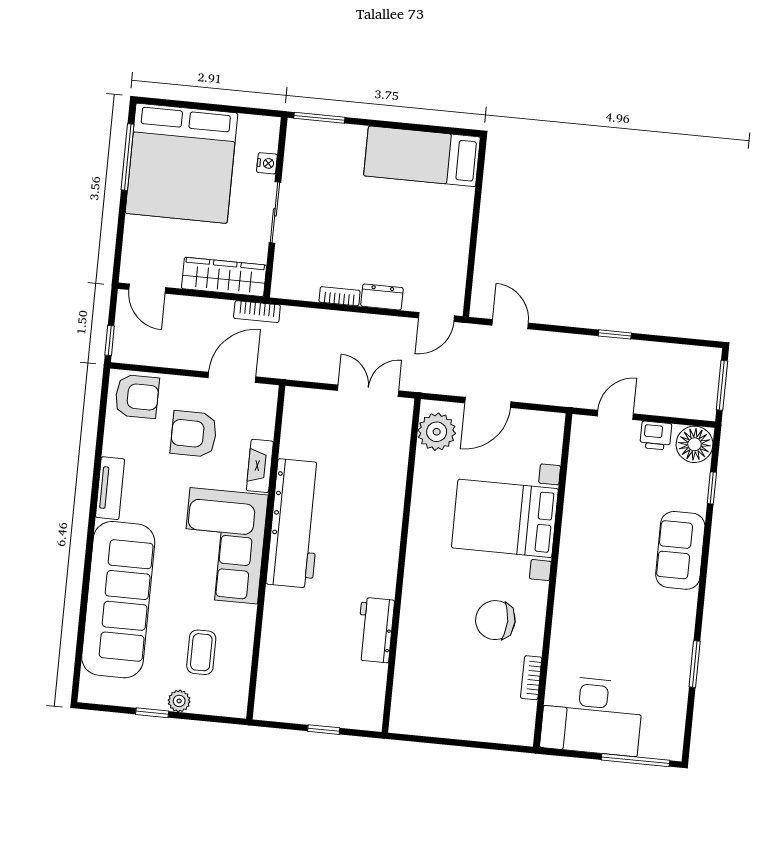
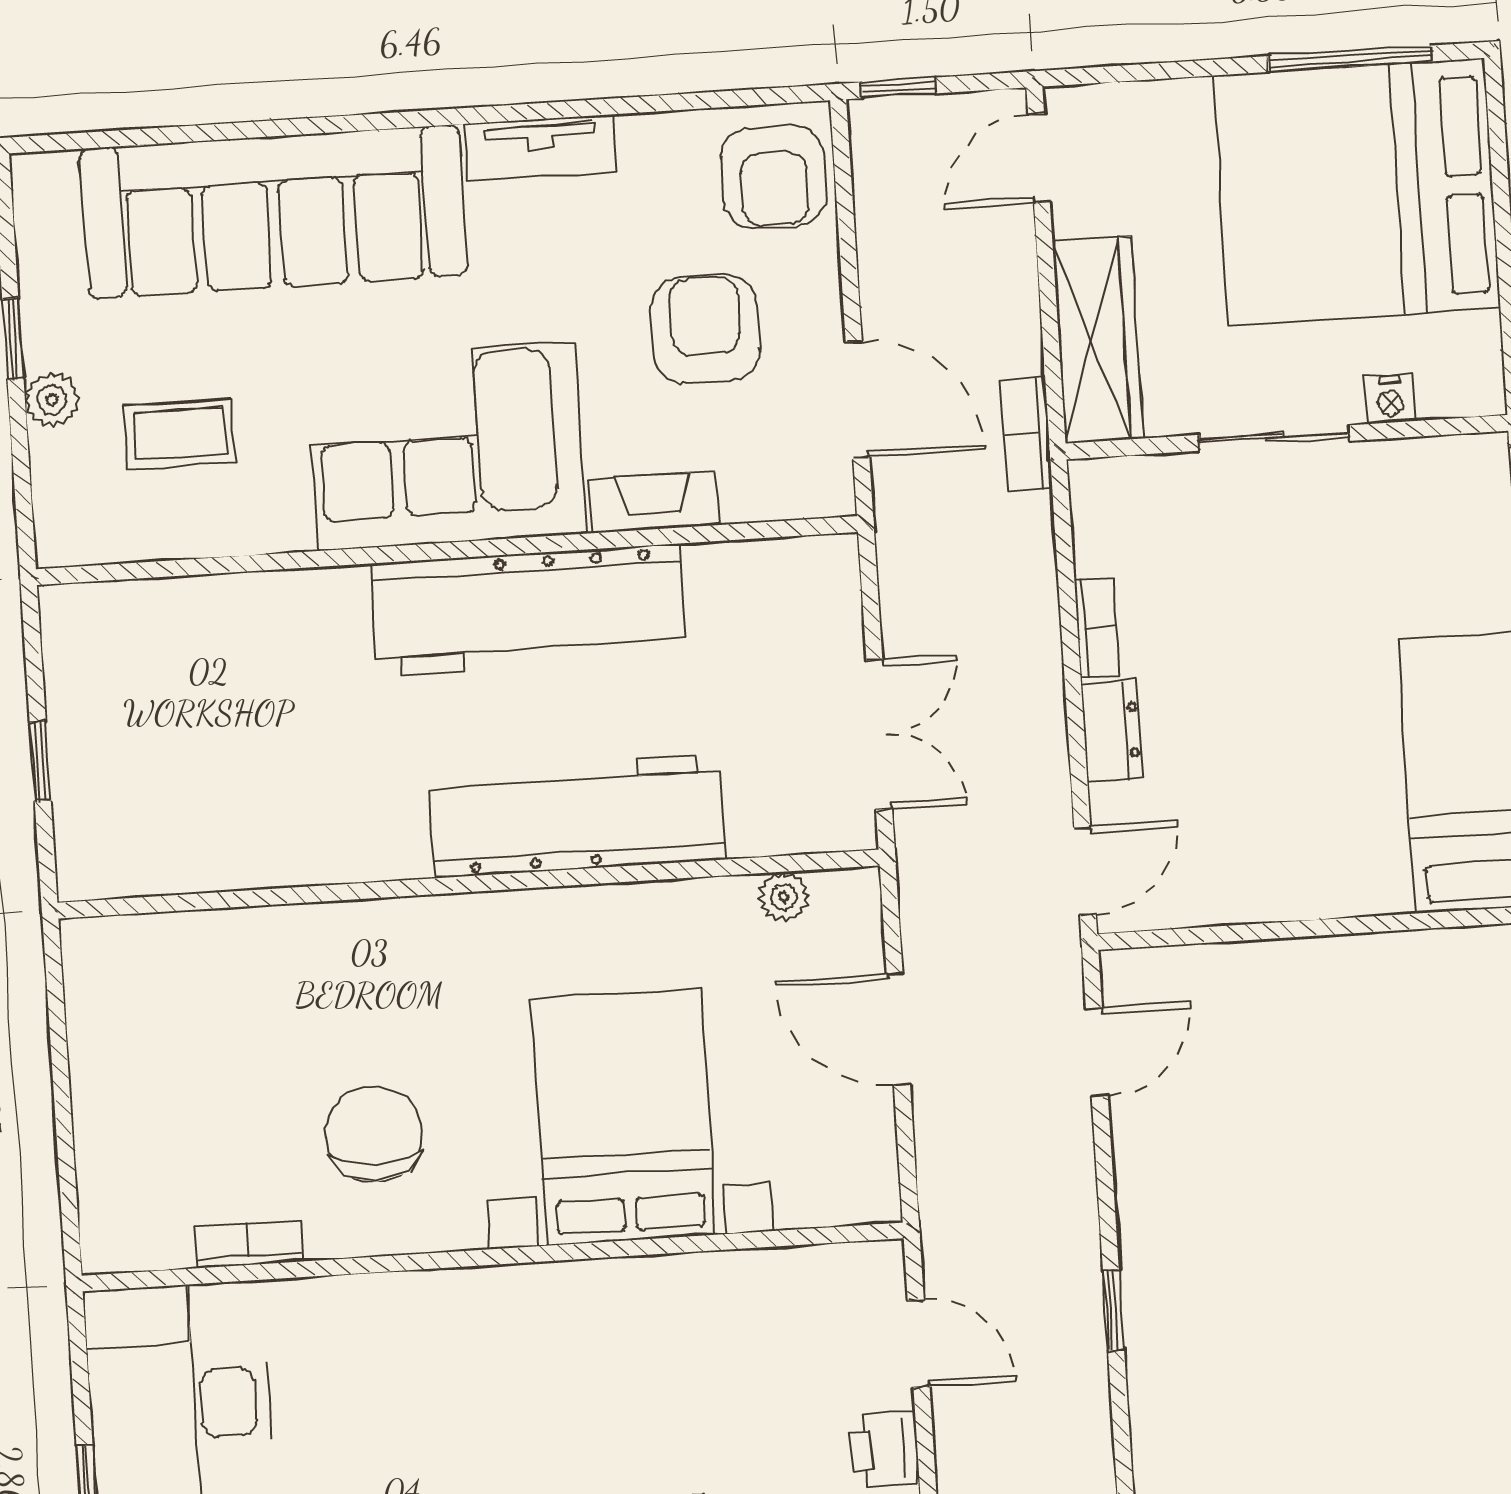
door: (436, 317) -> (1085, 871), swing flipped
plant: (437, 432) -> (784, 897), width x0.53, depth x0.53
workbench: (375, 630) -> (577, 816), moved, width x1.88, depth x1.32

